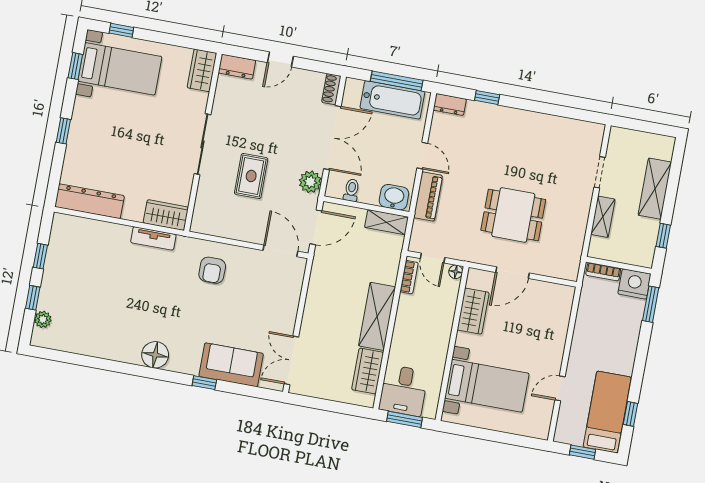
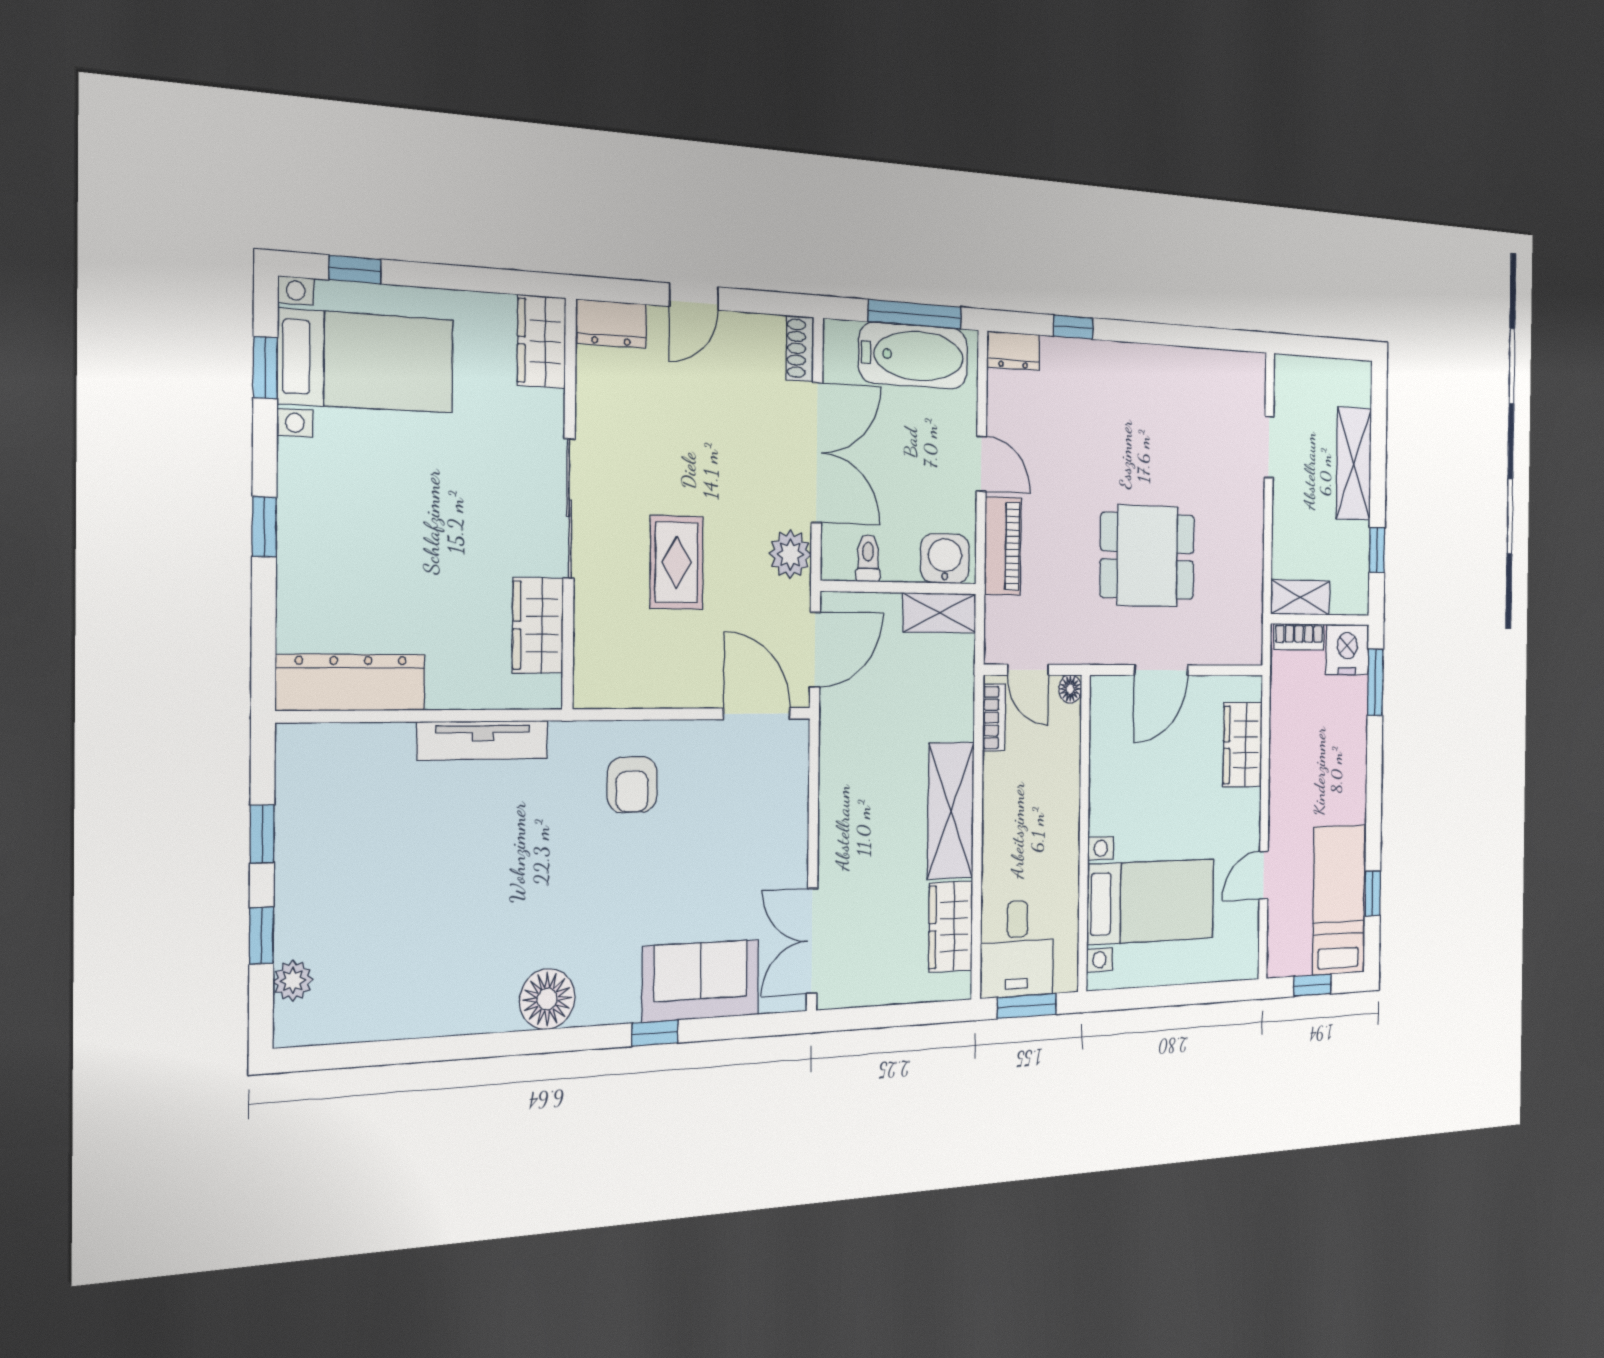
wardrobe: (166, 215) -> (538, 625), moved, turned -90
shelving: (603, 217) -> (1300, 597), moved, turned 90
tv unit: (153, 238) -> (483, 740), width x1.41
wardrobe: (473, 311) -> (1243, 745), moved, turned 180

